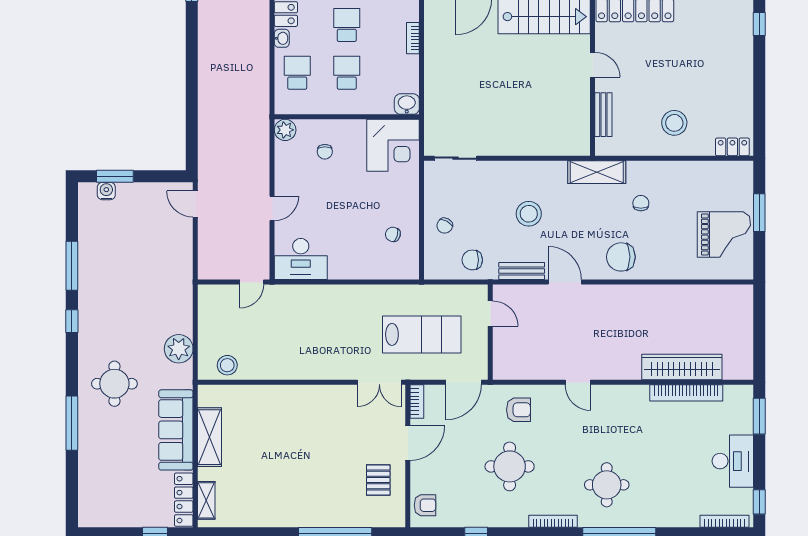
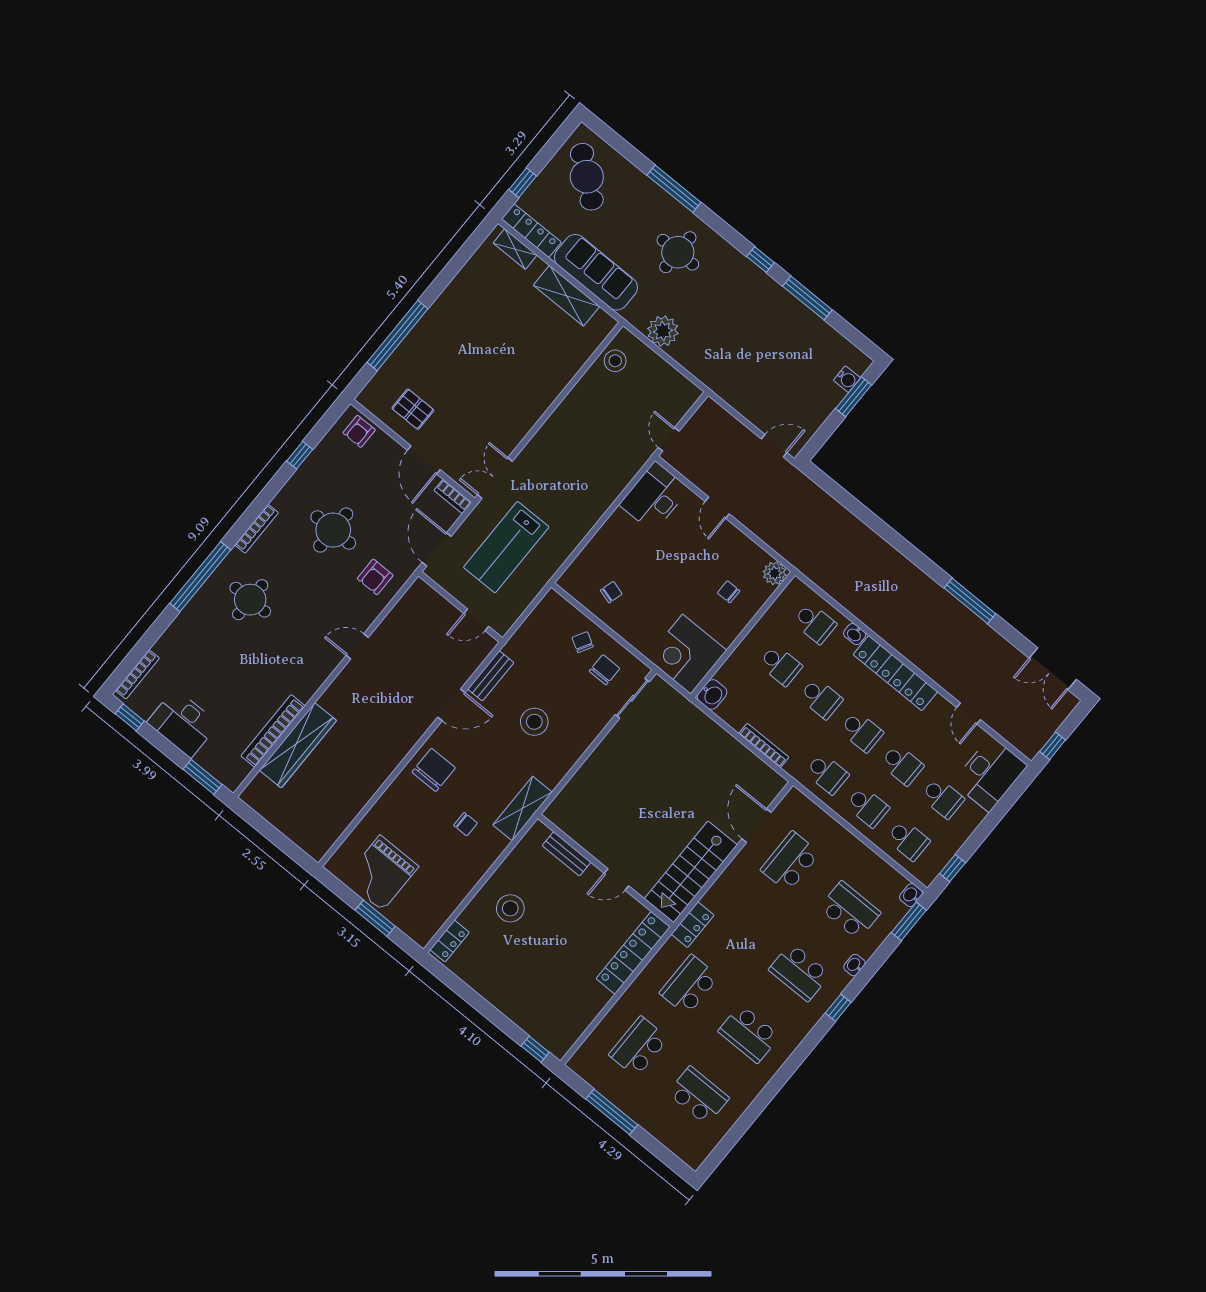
bookcase: (413, 38) -> (764, 745), width x1.56
chair: (472, 260) -> (604, 670), moved
cafe table: (114, 492) -> (587, 177), added

